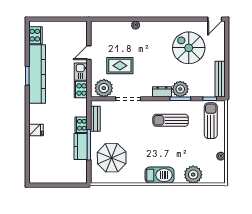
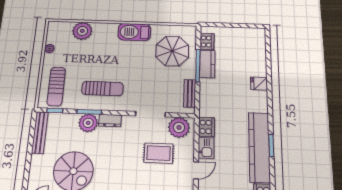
cooker: (81, 125) -> (207, 41), moved
barbecue: (159, 175) -> (134, 32), moved

